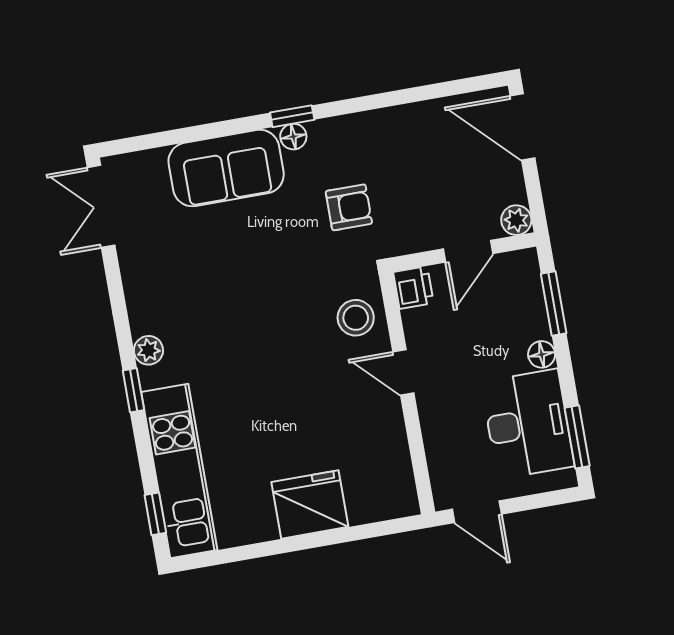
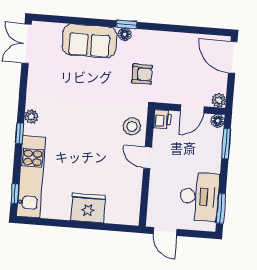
floor lamp: (542, 354) -> (218, 121), moved

